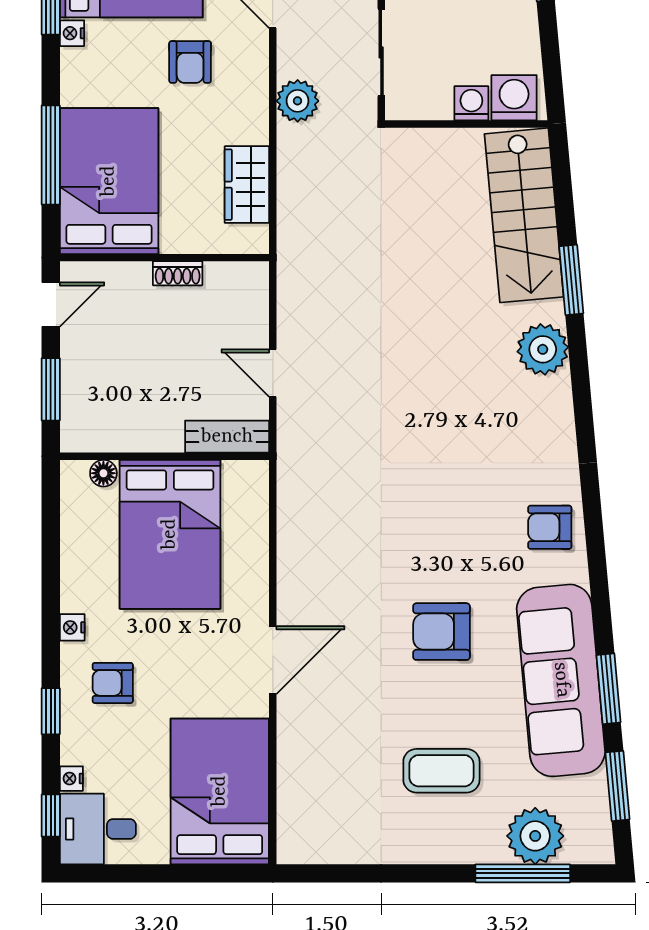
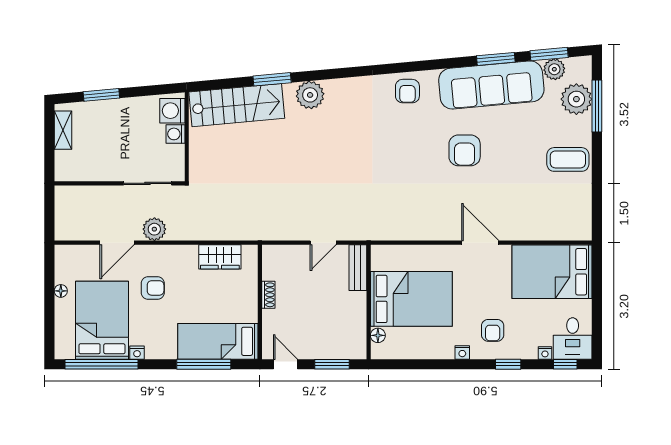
plant: (298, 101) -> (154, 229), moved
bed: (109, 181) -> (218, 341), width x0.67
coffee table: (441, 771) -> (568, 159), moved, turned 90
plant: (590, 796) -> (554, 69), added

